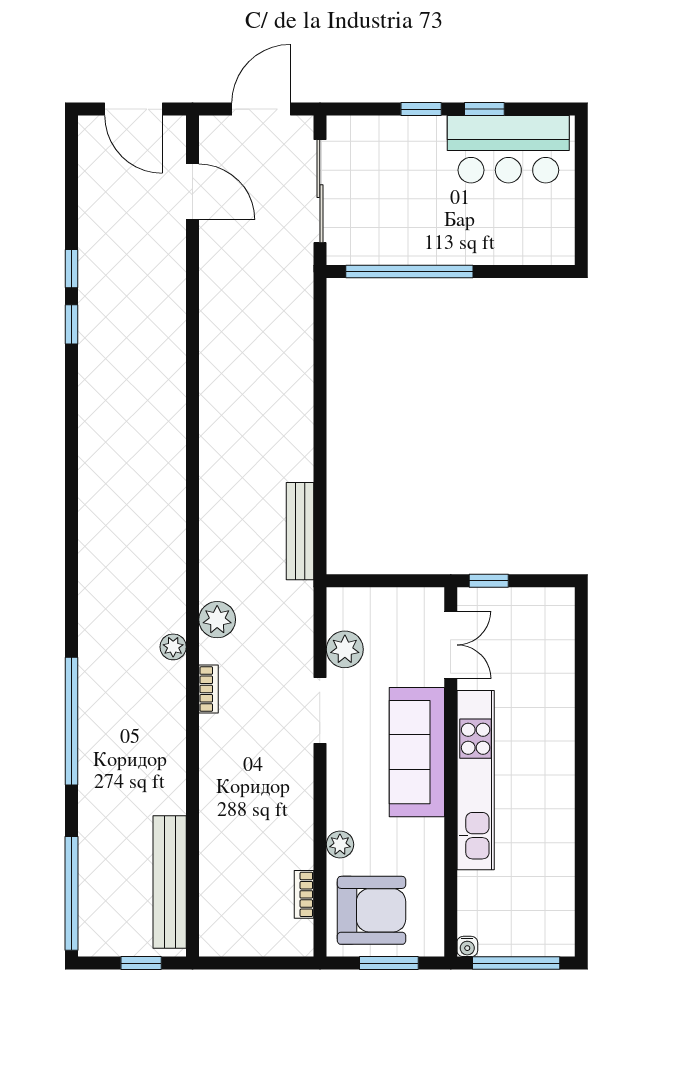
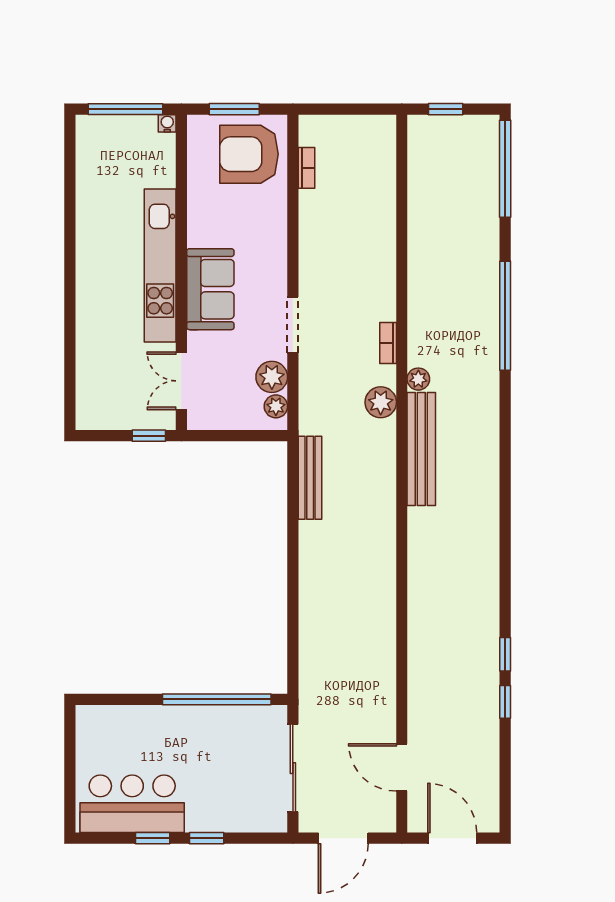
sofa: (417, 752) -> (210, 289), width x0.73
plant: (340, 844) -> (276, 406), moved
bench: (170, 882) -> (421, 449), moved

